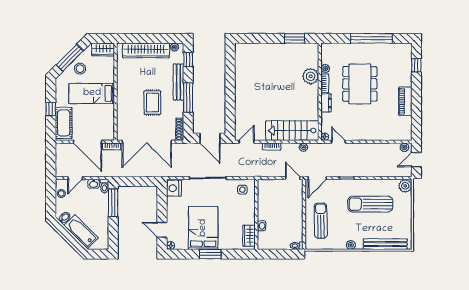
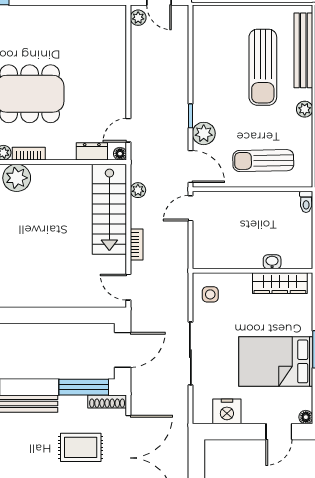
window: (188, 98) -> (84, 387), moved
piano: (405, 101) -> (59, 16), removed
rug: (152, 102) -> (81, 447), moved
dresser: (326, 103) -> (92, 151), moved
plant: (405, 186) -> (204, 133), moved
nightstand: (174, 188) -> (227, 411), moved
sun lounger: (370, 204) -> (263, 67), moved
wardrobe: (249, 236) -> (280, 283), width x1.50

